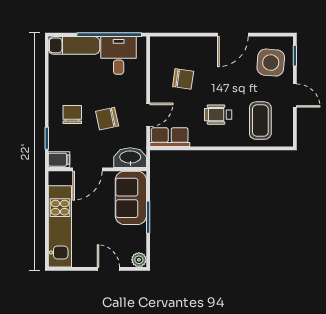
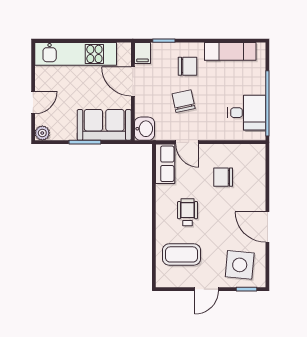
exam couch: (74, 45) -> (230, 51), moved, turned -90
chair: (183, 79) -> (223, 177), turned 82
washbasin: (130, 158) -> (144, 129), width x0.72

